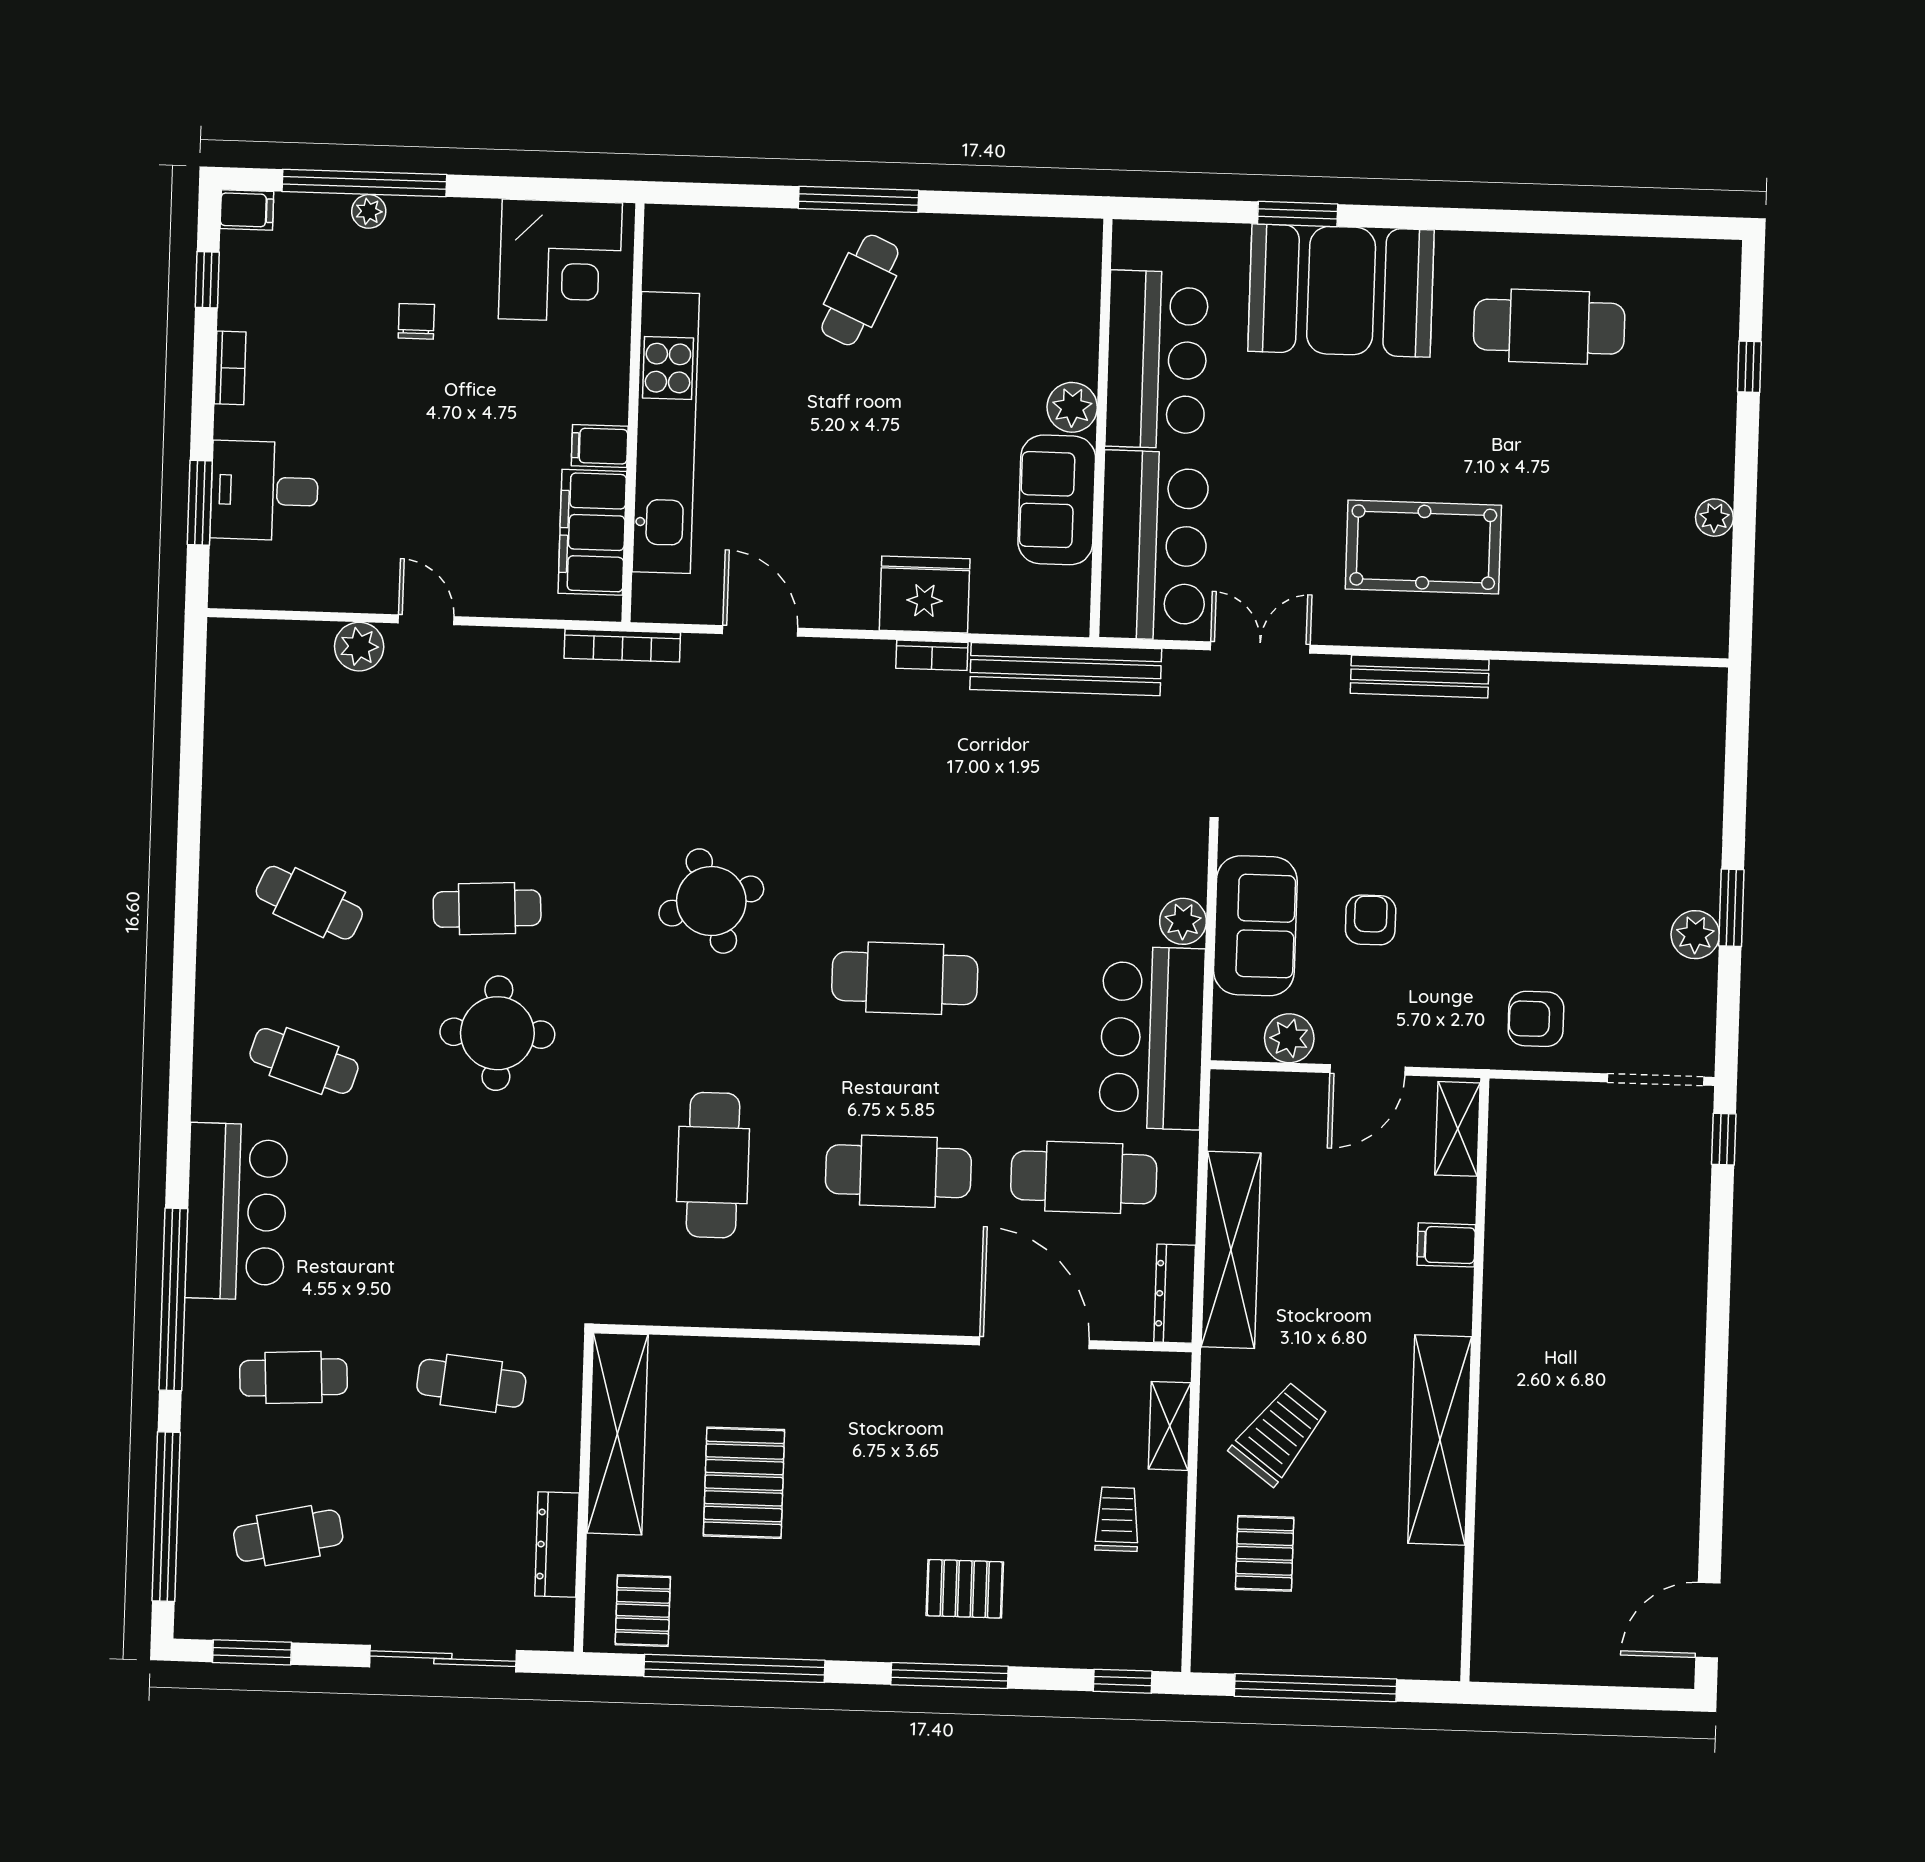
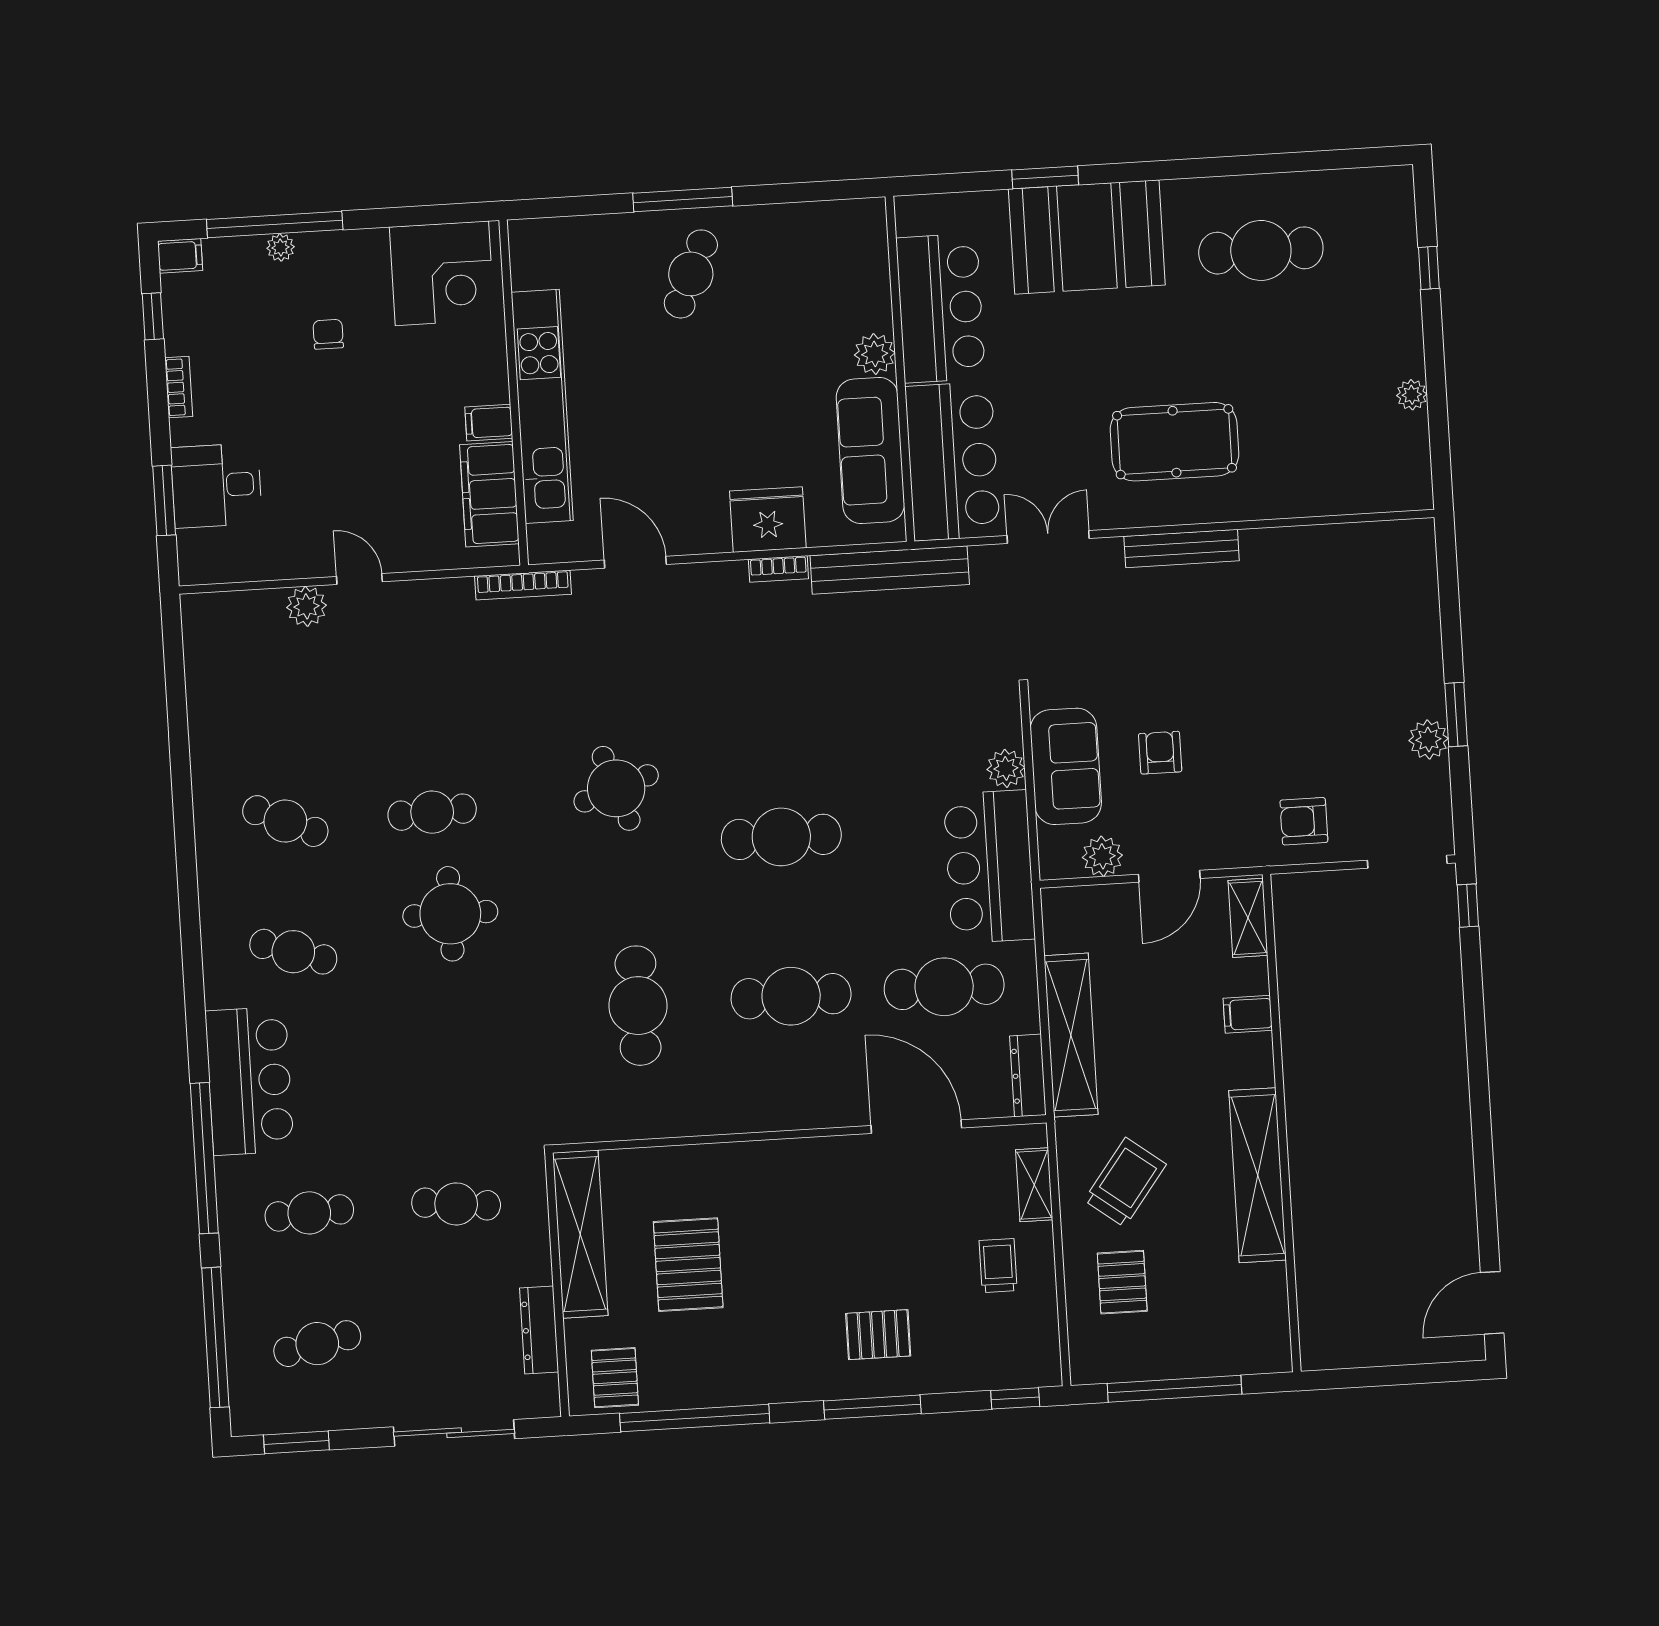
sofa: (1057, 500) -> (870, 451), width x1.36

